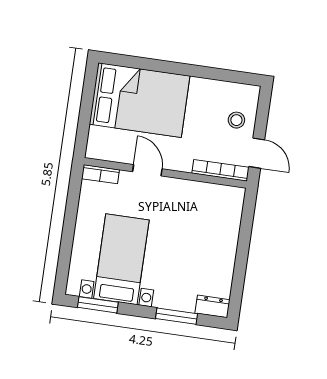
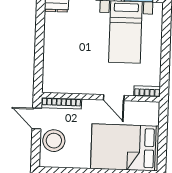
stool: (236, 120) -> (54, 141), width x1.89, depth x1.89

